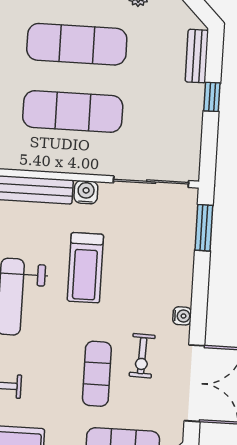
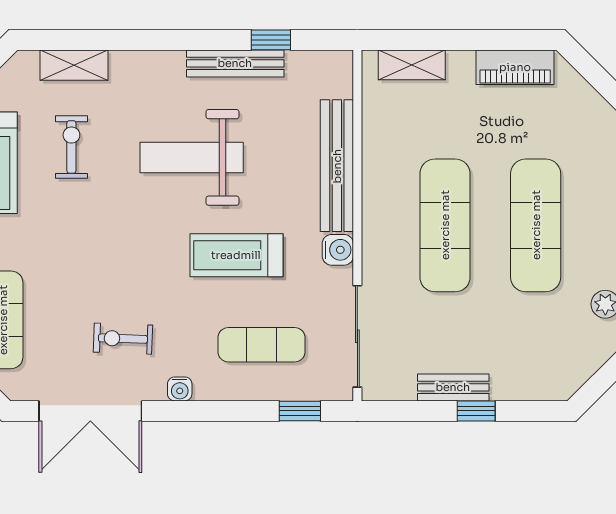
bench: (197, 56) -> (453, 387), moved
window: (204, 228) -> (300, 411), width x0.67
exercise mat: (97, 374) -> (262, 345), moved

